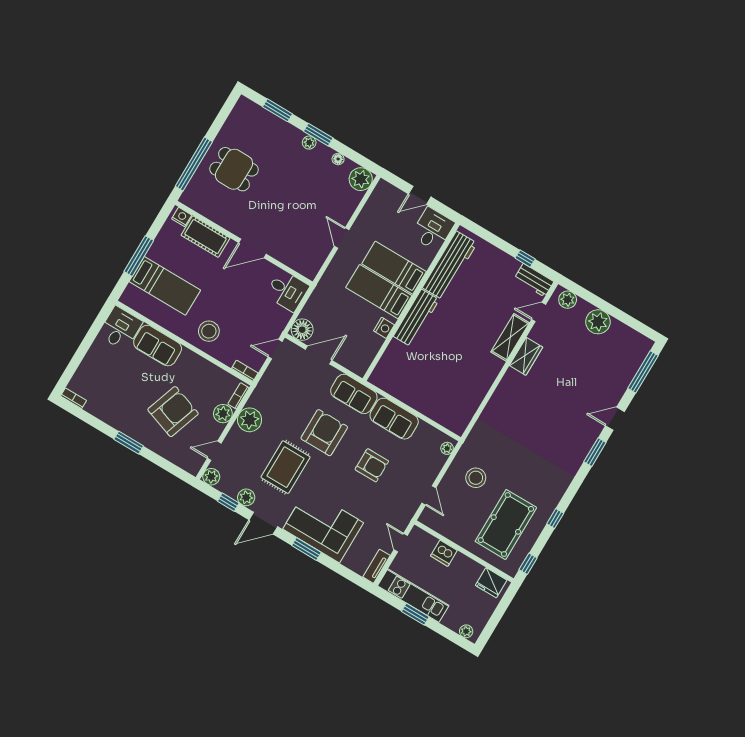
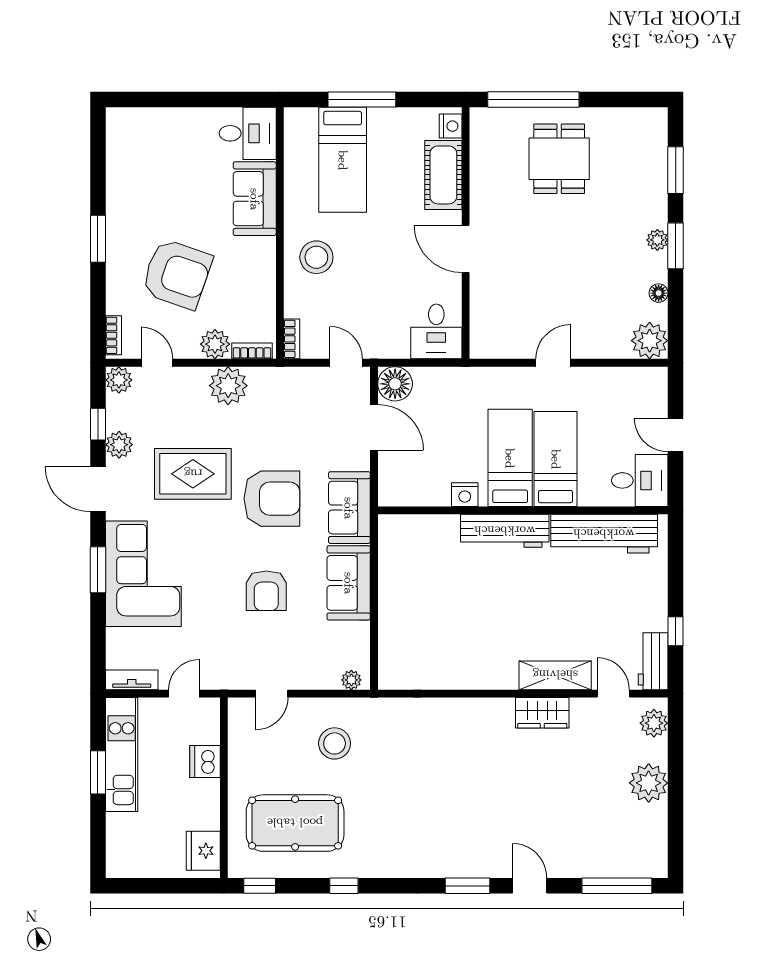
bookcase: (74, 398) -> (113, 335), moved
plant: (466, 631) -> (116, 856), removed

